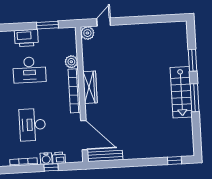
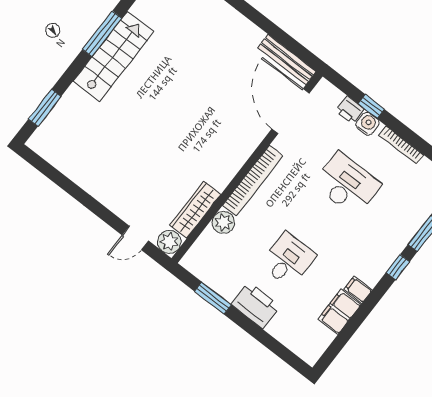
window: (193, 60) -> (45, 108), moved
desk: (29, 70) -> (288, 260), width x0.73
wardrobe: (90, 87) -> (195, 210), moved
desk: (32, 125) -> (347, 184), turned -90

